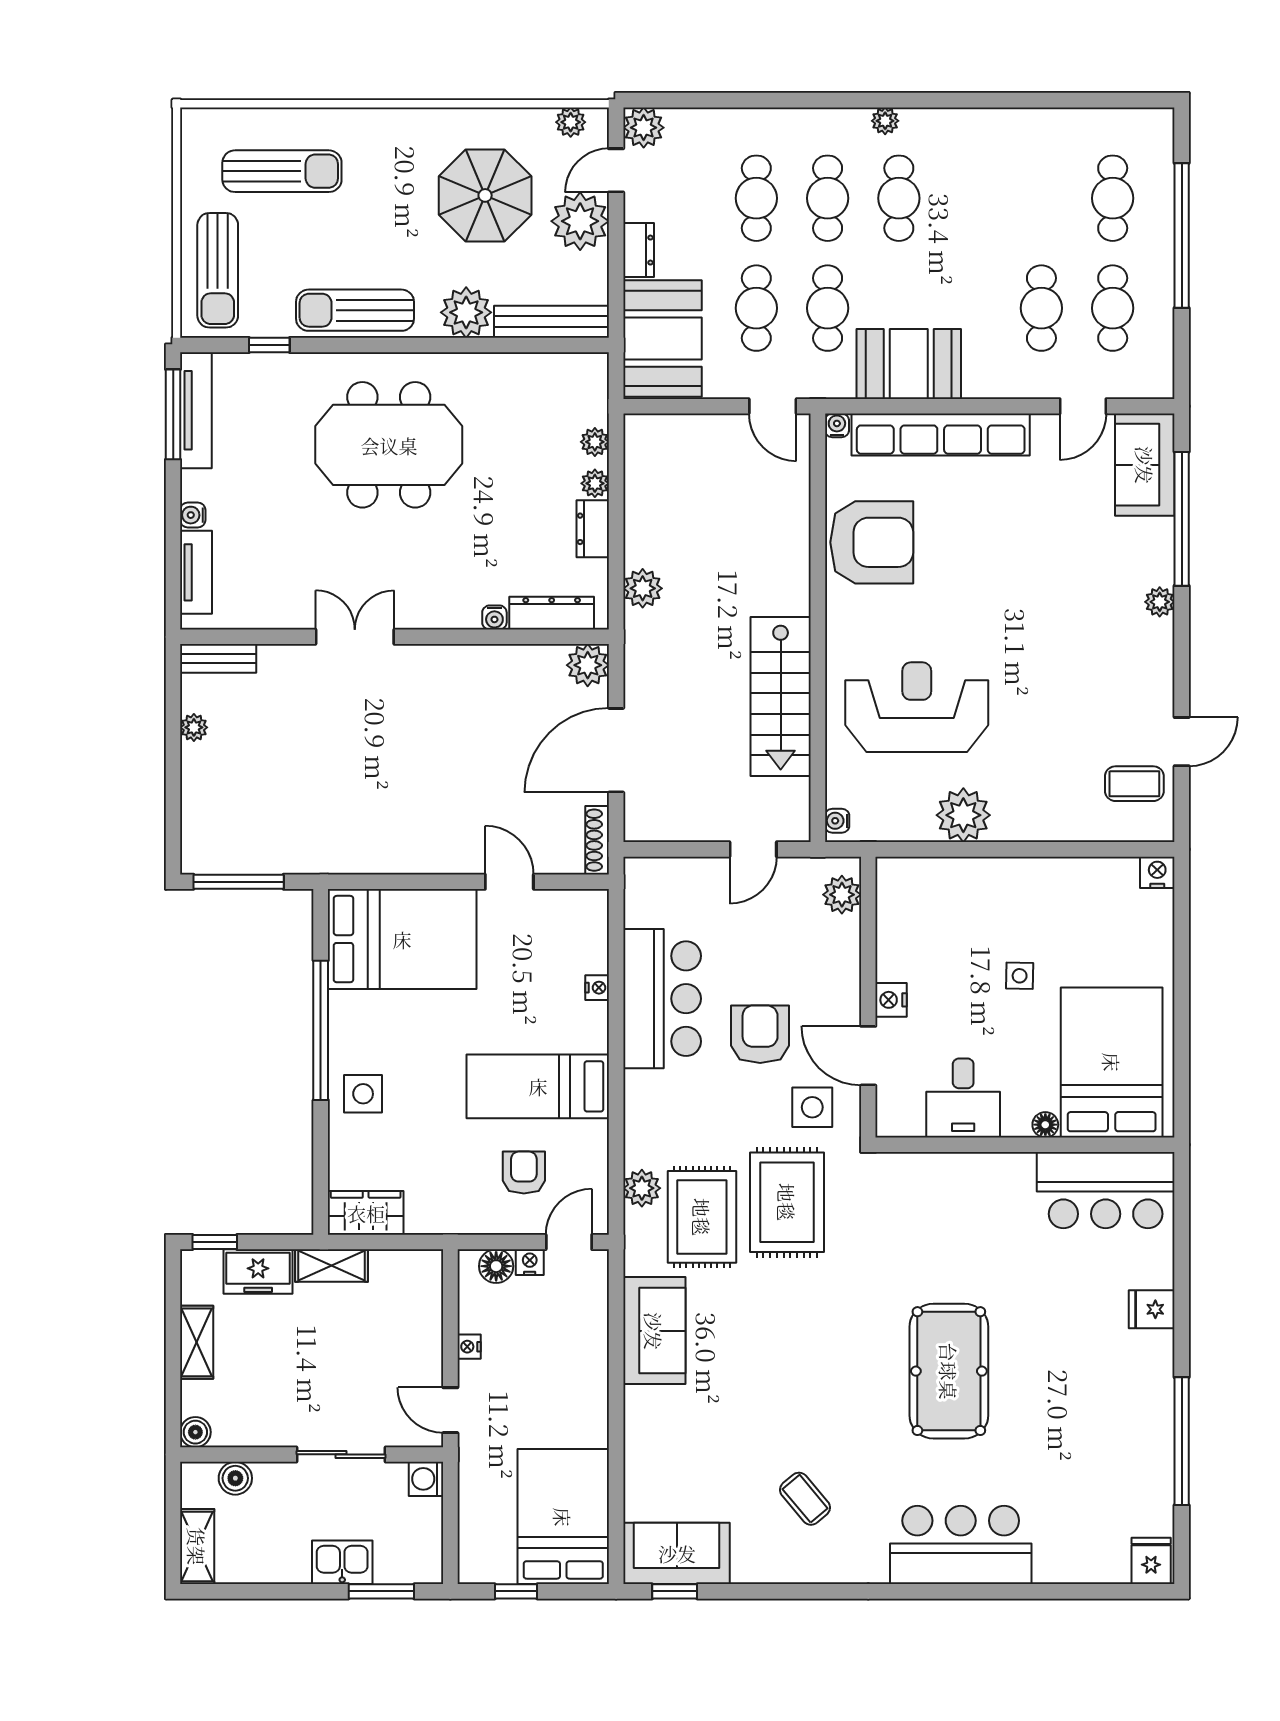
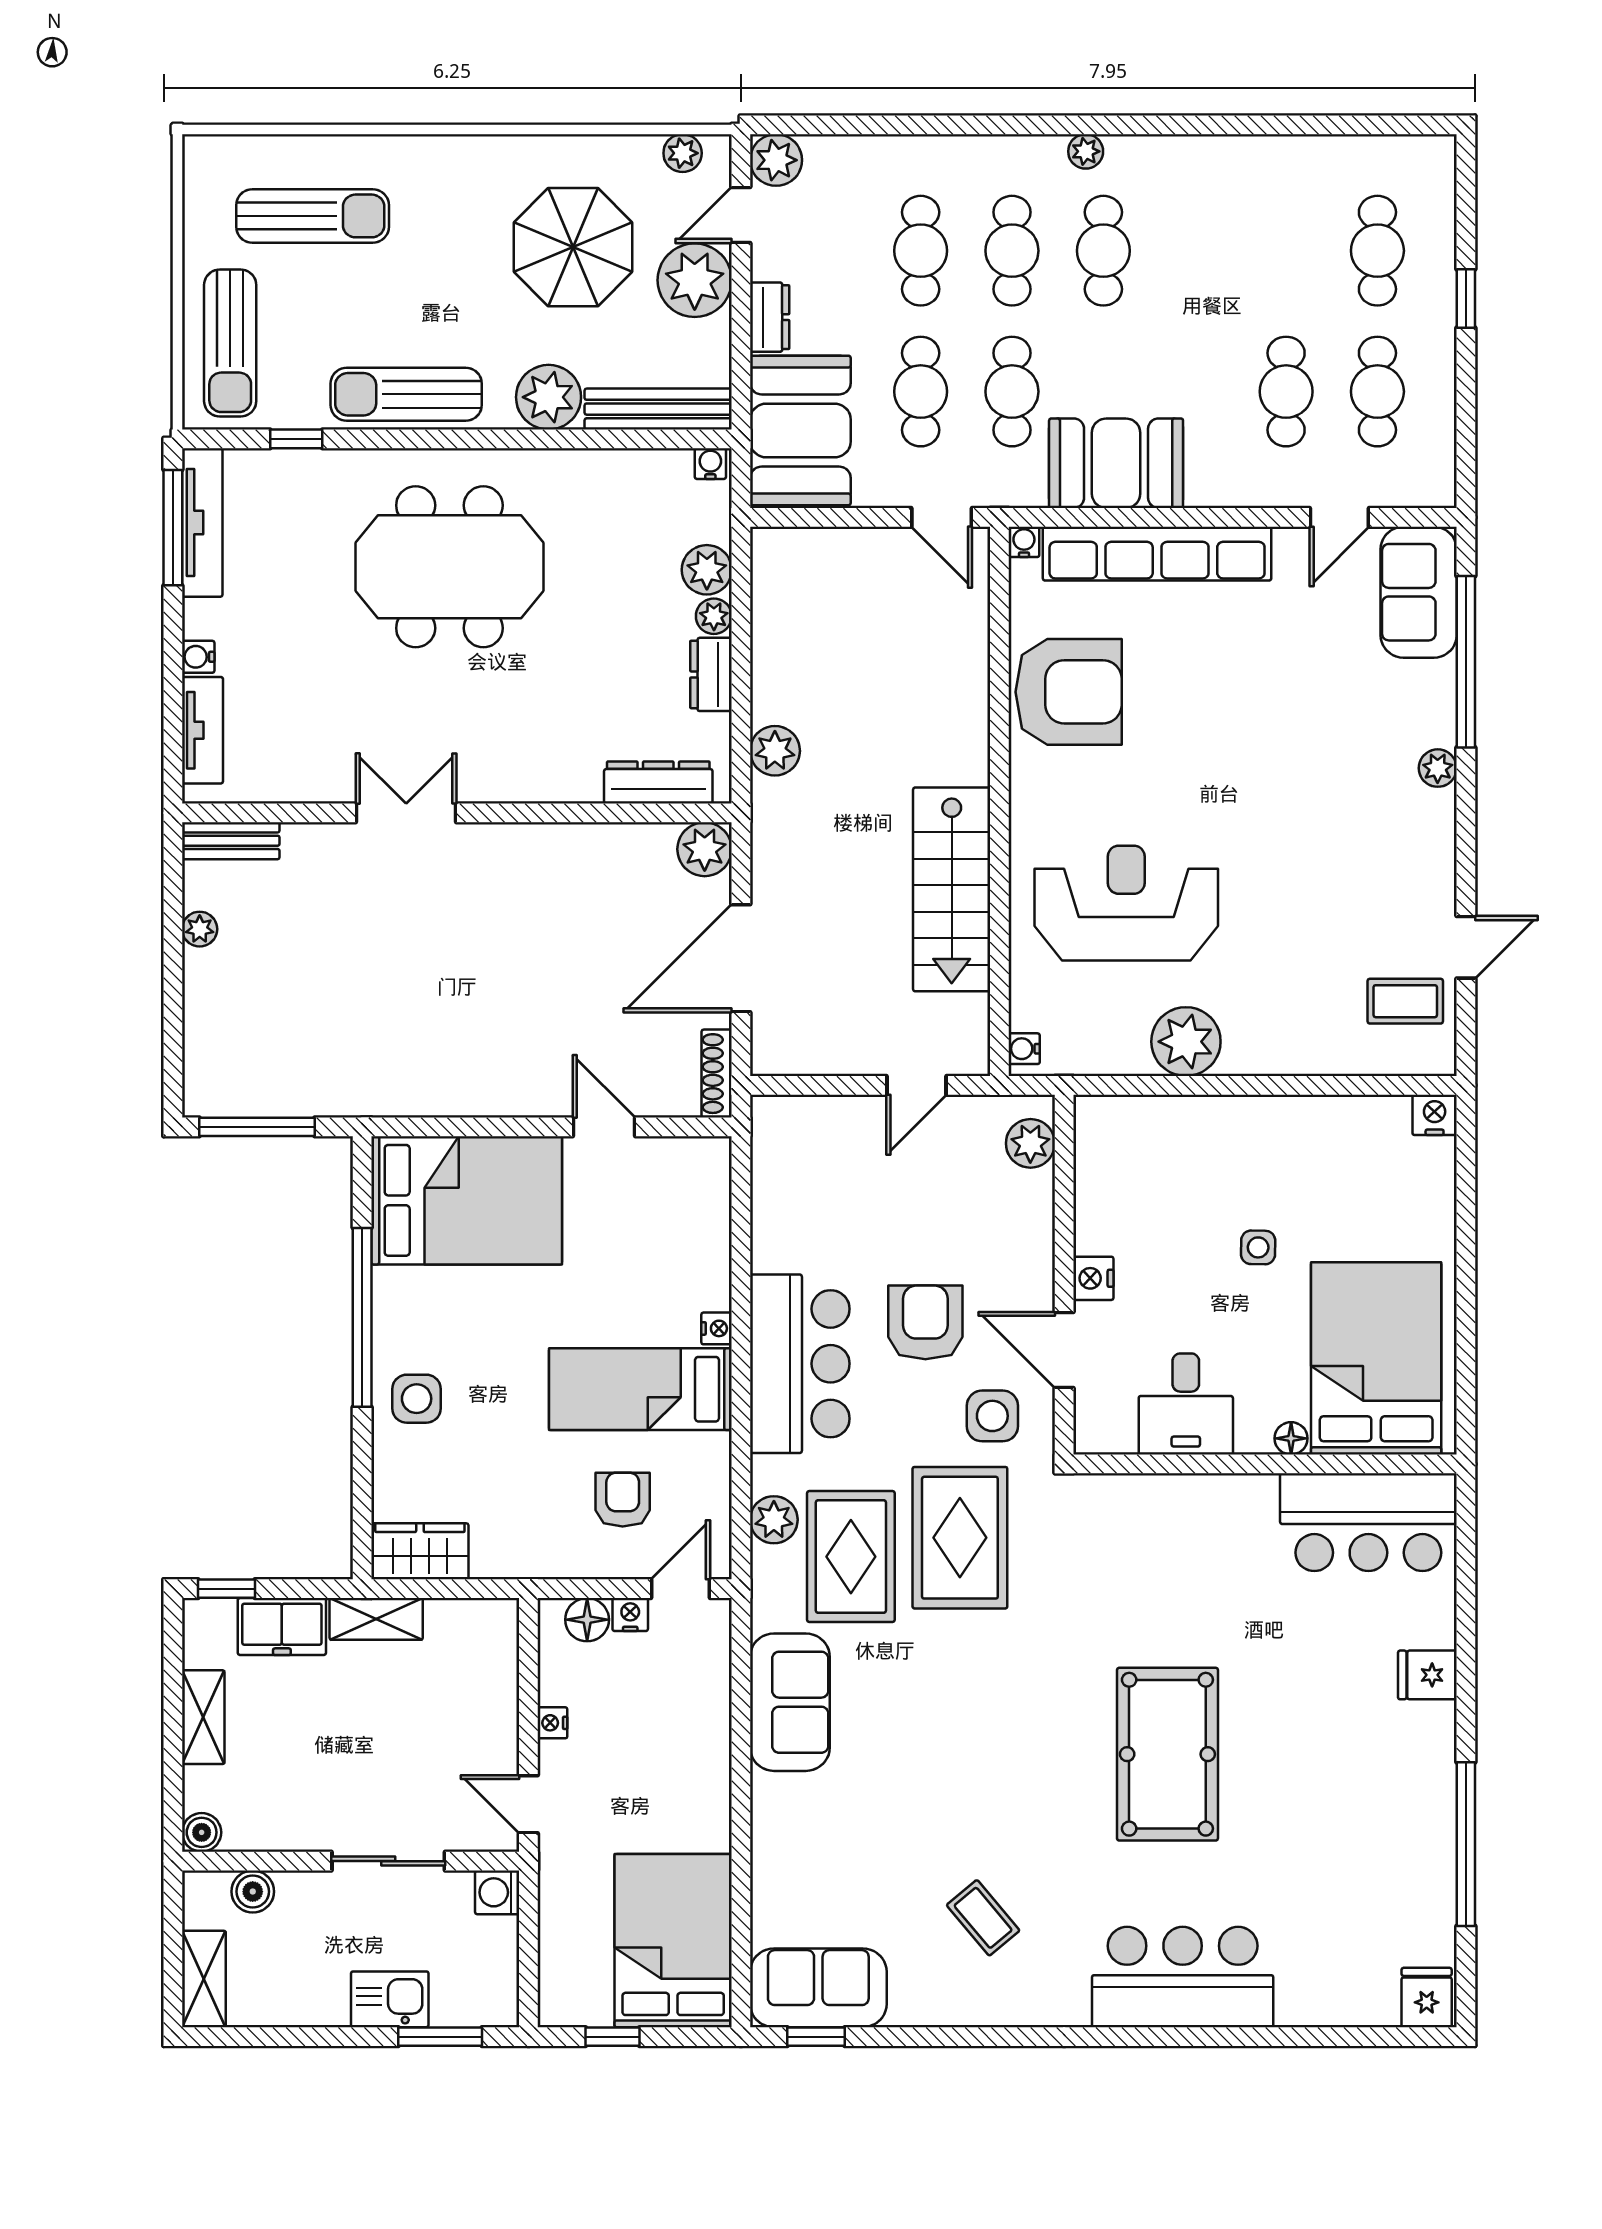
window: (1182, 235) -> (1466, 298), width x0.32
plant: (595, 442) -> (707, 570), width x1.38, depth x1.38
water cooler: (494, 617) -> (710, 464), moved, turned 180
nightstand: (597, 988) -> (717, 1328), moved
bar counter: (662, 999) -> (800, 1364), moved

